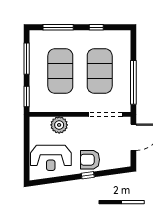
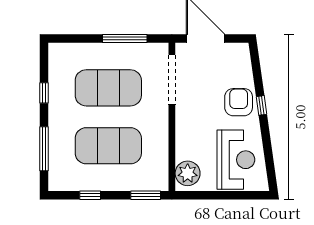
window: (27, 59) -> (90, 195), width x0.46
window: (133, 82) -> (125, 38), width x0.68
plant: (59, 125) -> (188, 173), moved
armchair: (90, 160) -> (239, 102), turned 180

